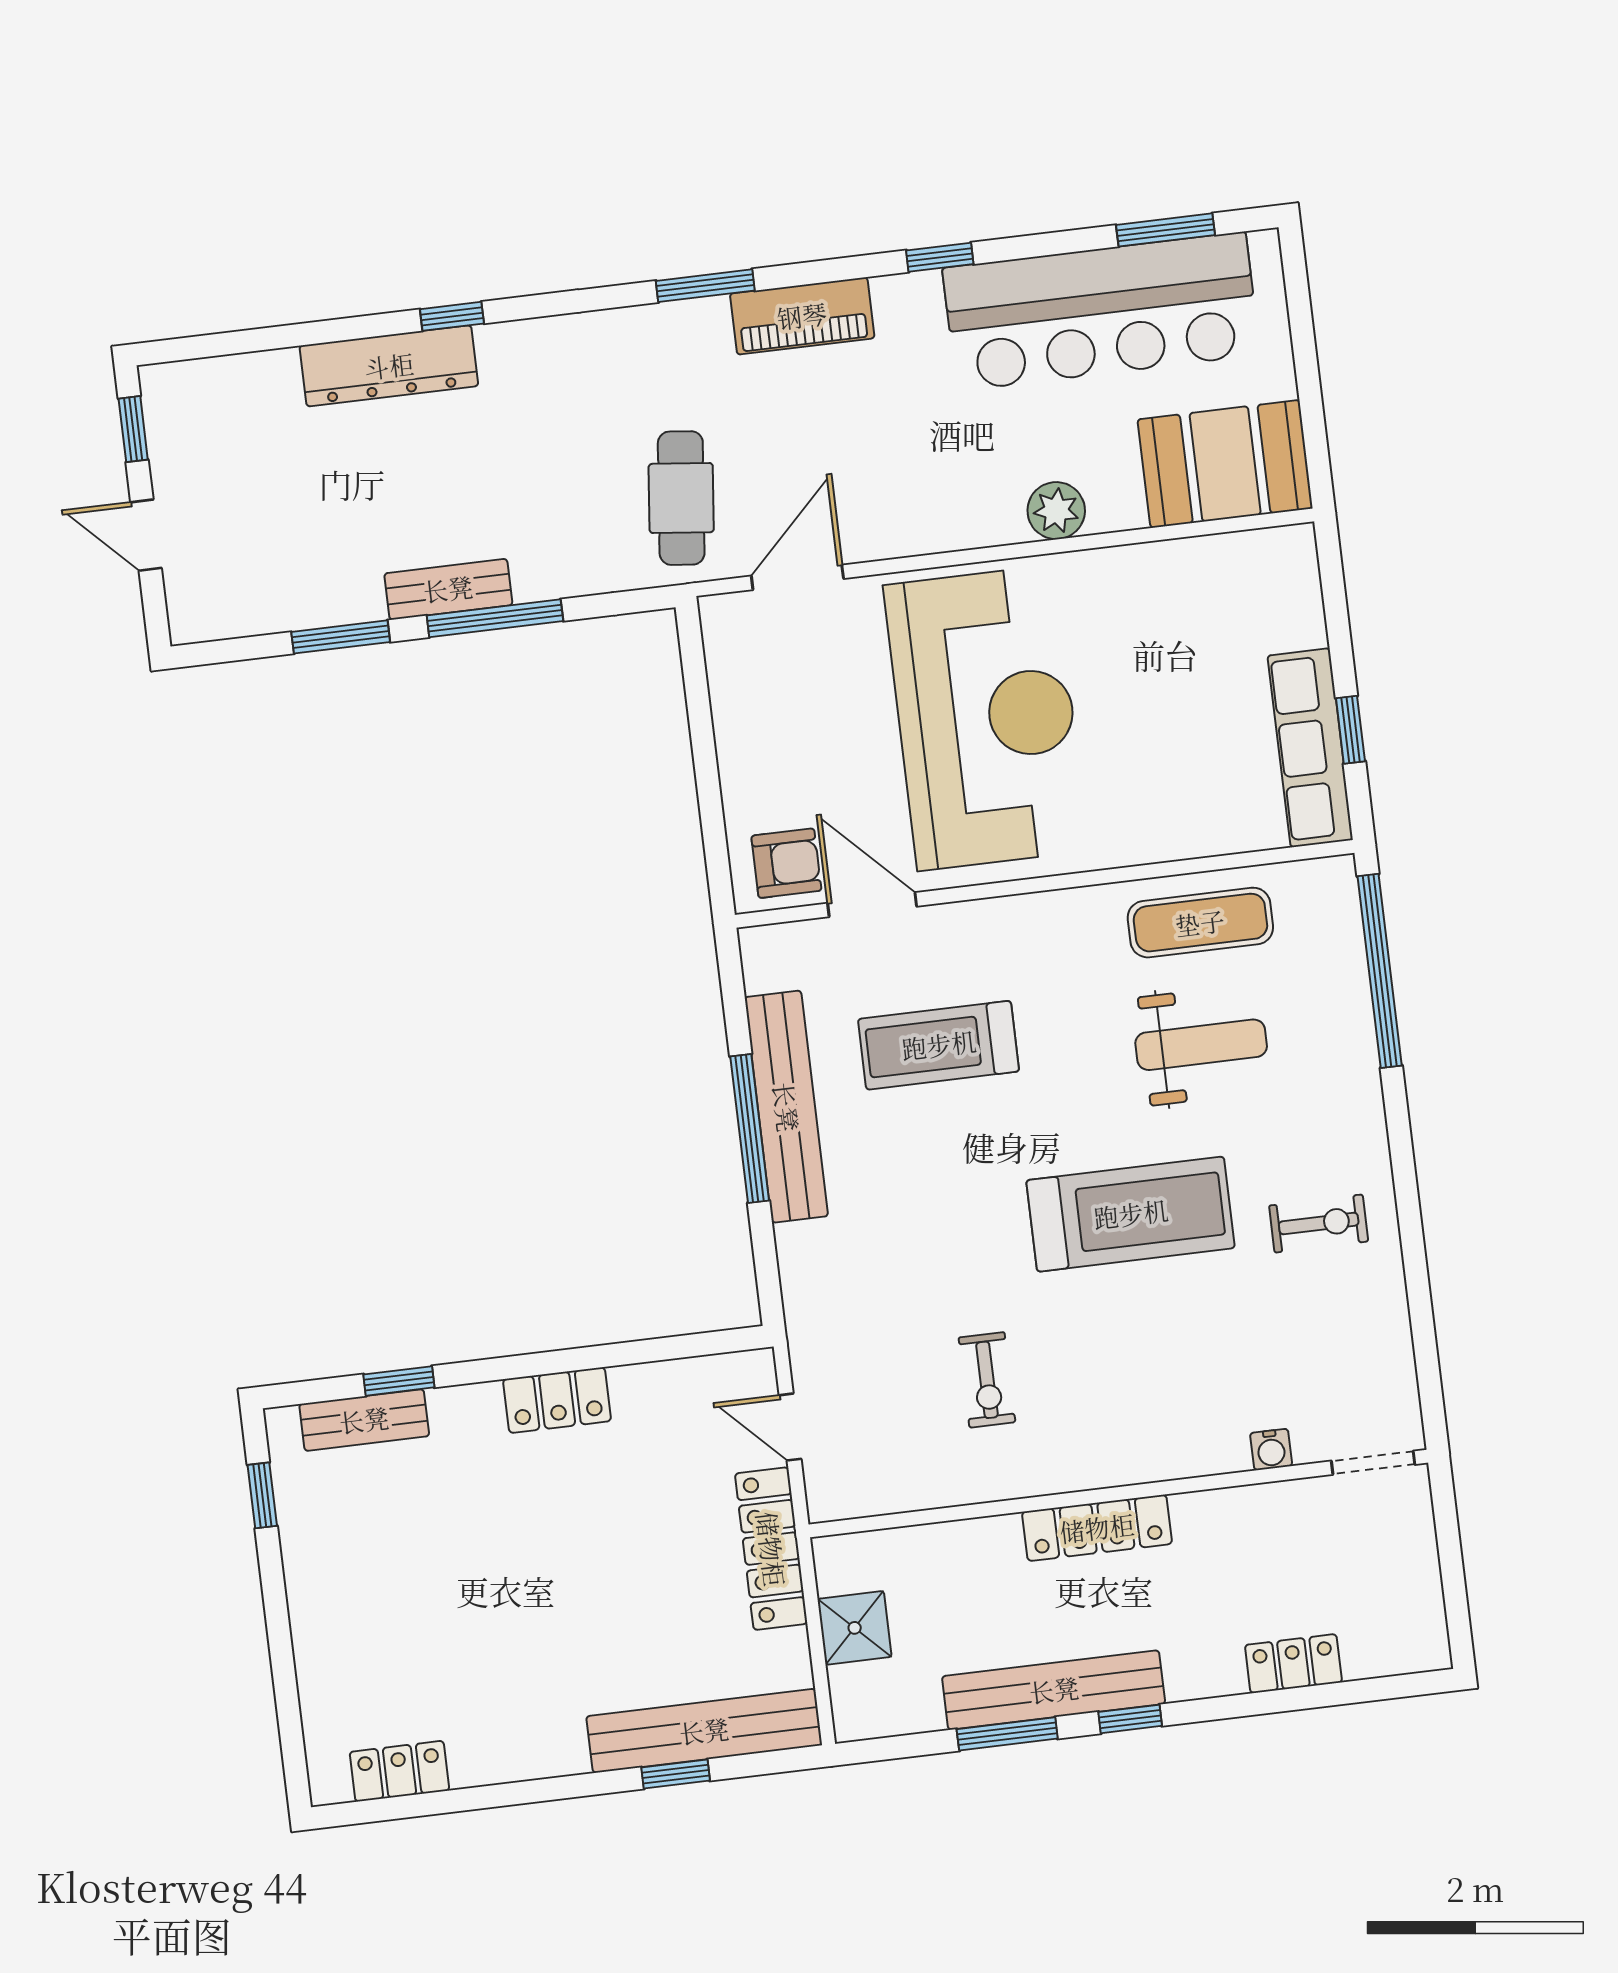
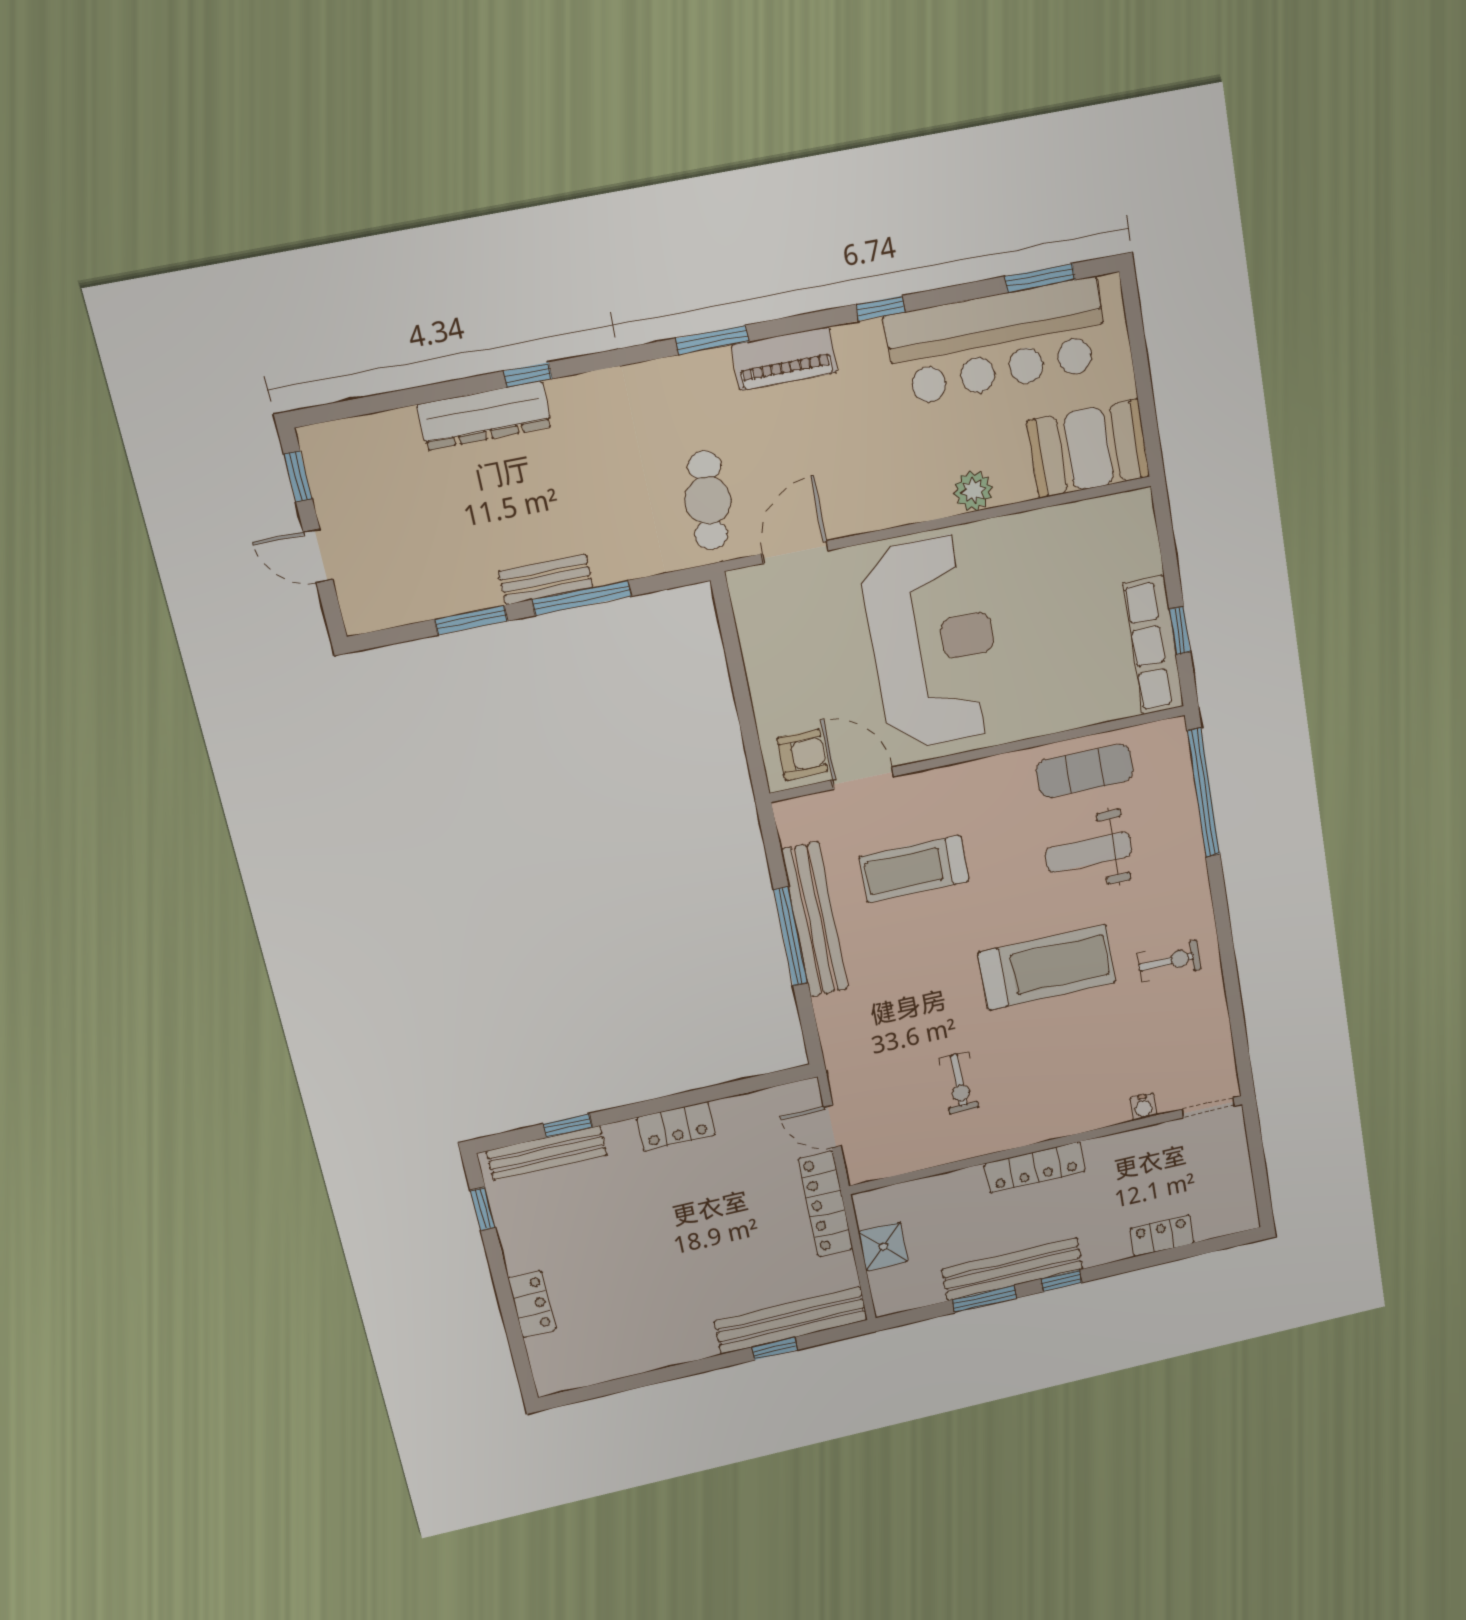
weight bench: (1201, 1045) -> (1088, 852), turned 180
bench: (364, 1420) -> (547, 1153), width x1.36
locker: (399, 1771) -> (532, 1304), moved, turned 90

